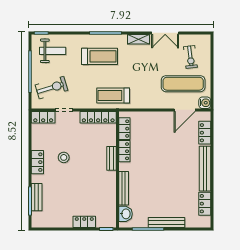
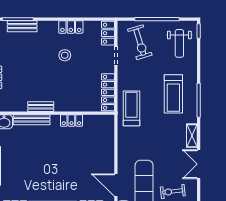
locker: (124, 129) -> (96, 121), removed
bench: (112, 158) -> (41, 107), moved
locker: (37, 162) -> (71, 27), moved

